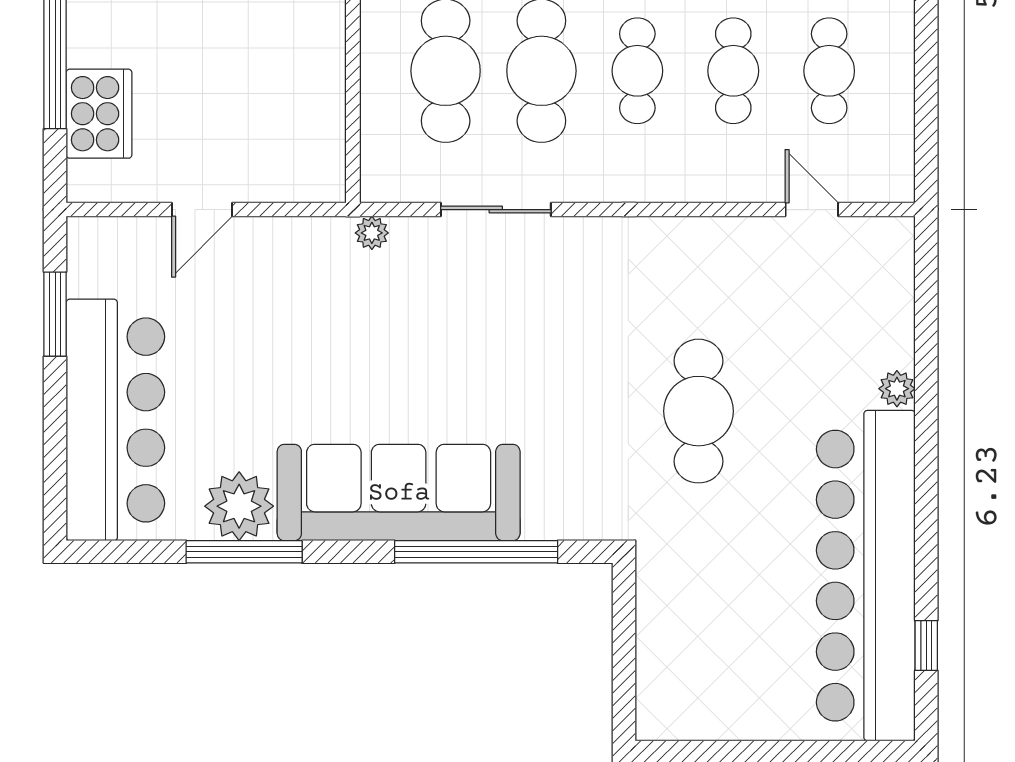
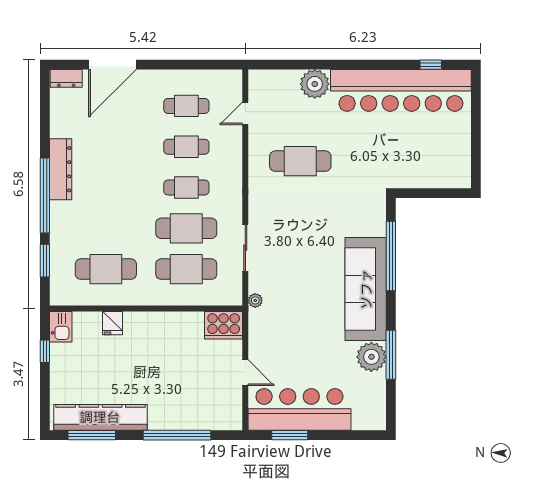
cooker: (99, 114) -> (224, 325), moved, turned 180
plant: (897, 389) -> (315, 84), width x1.87, depth x1.87
cafe table: (699, 411) -> (300, 161), moved
bar counter: (115, 420) -> (299, 409), moved

